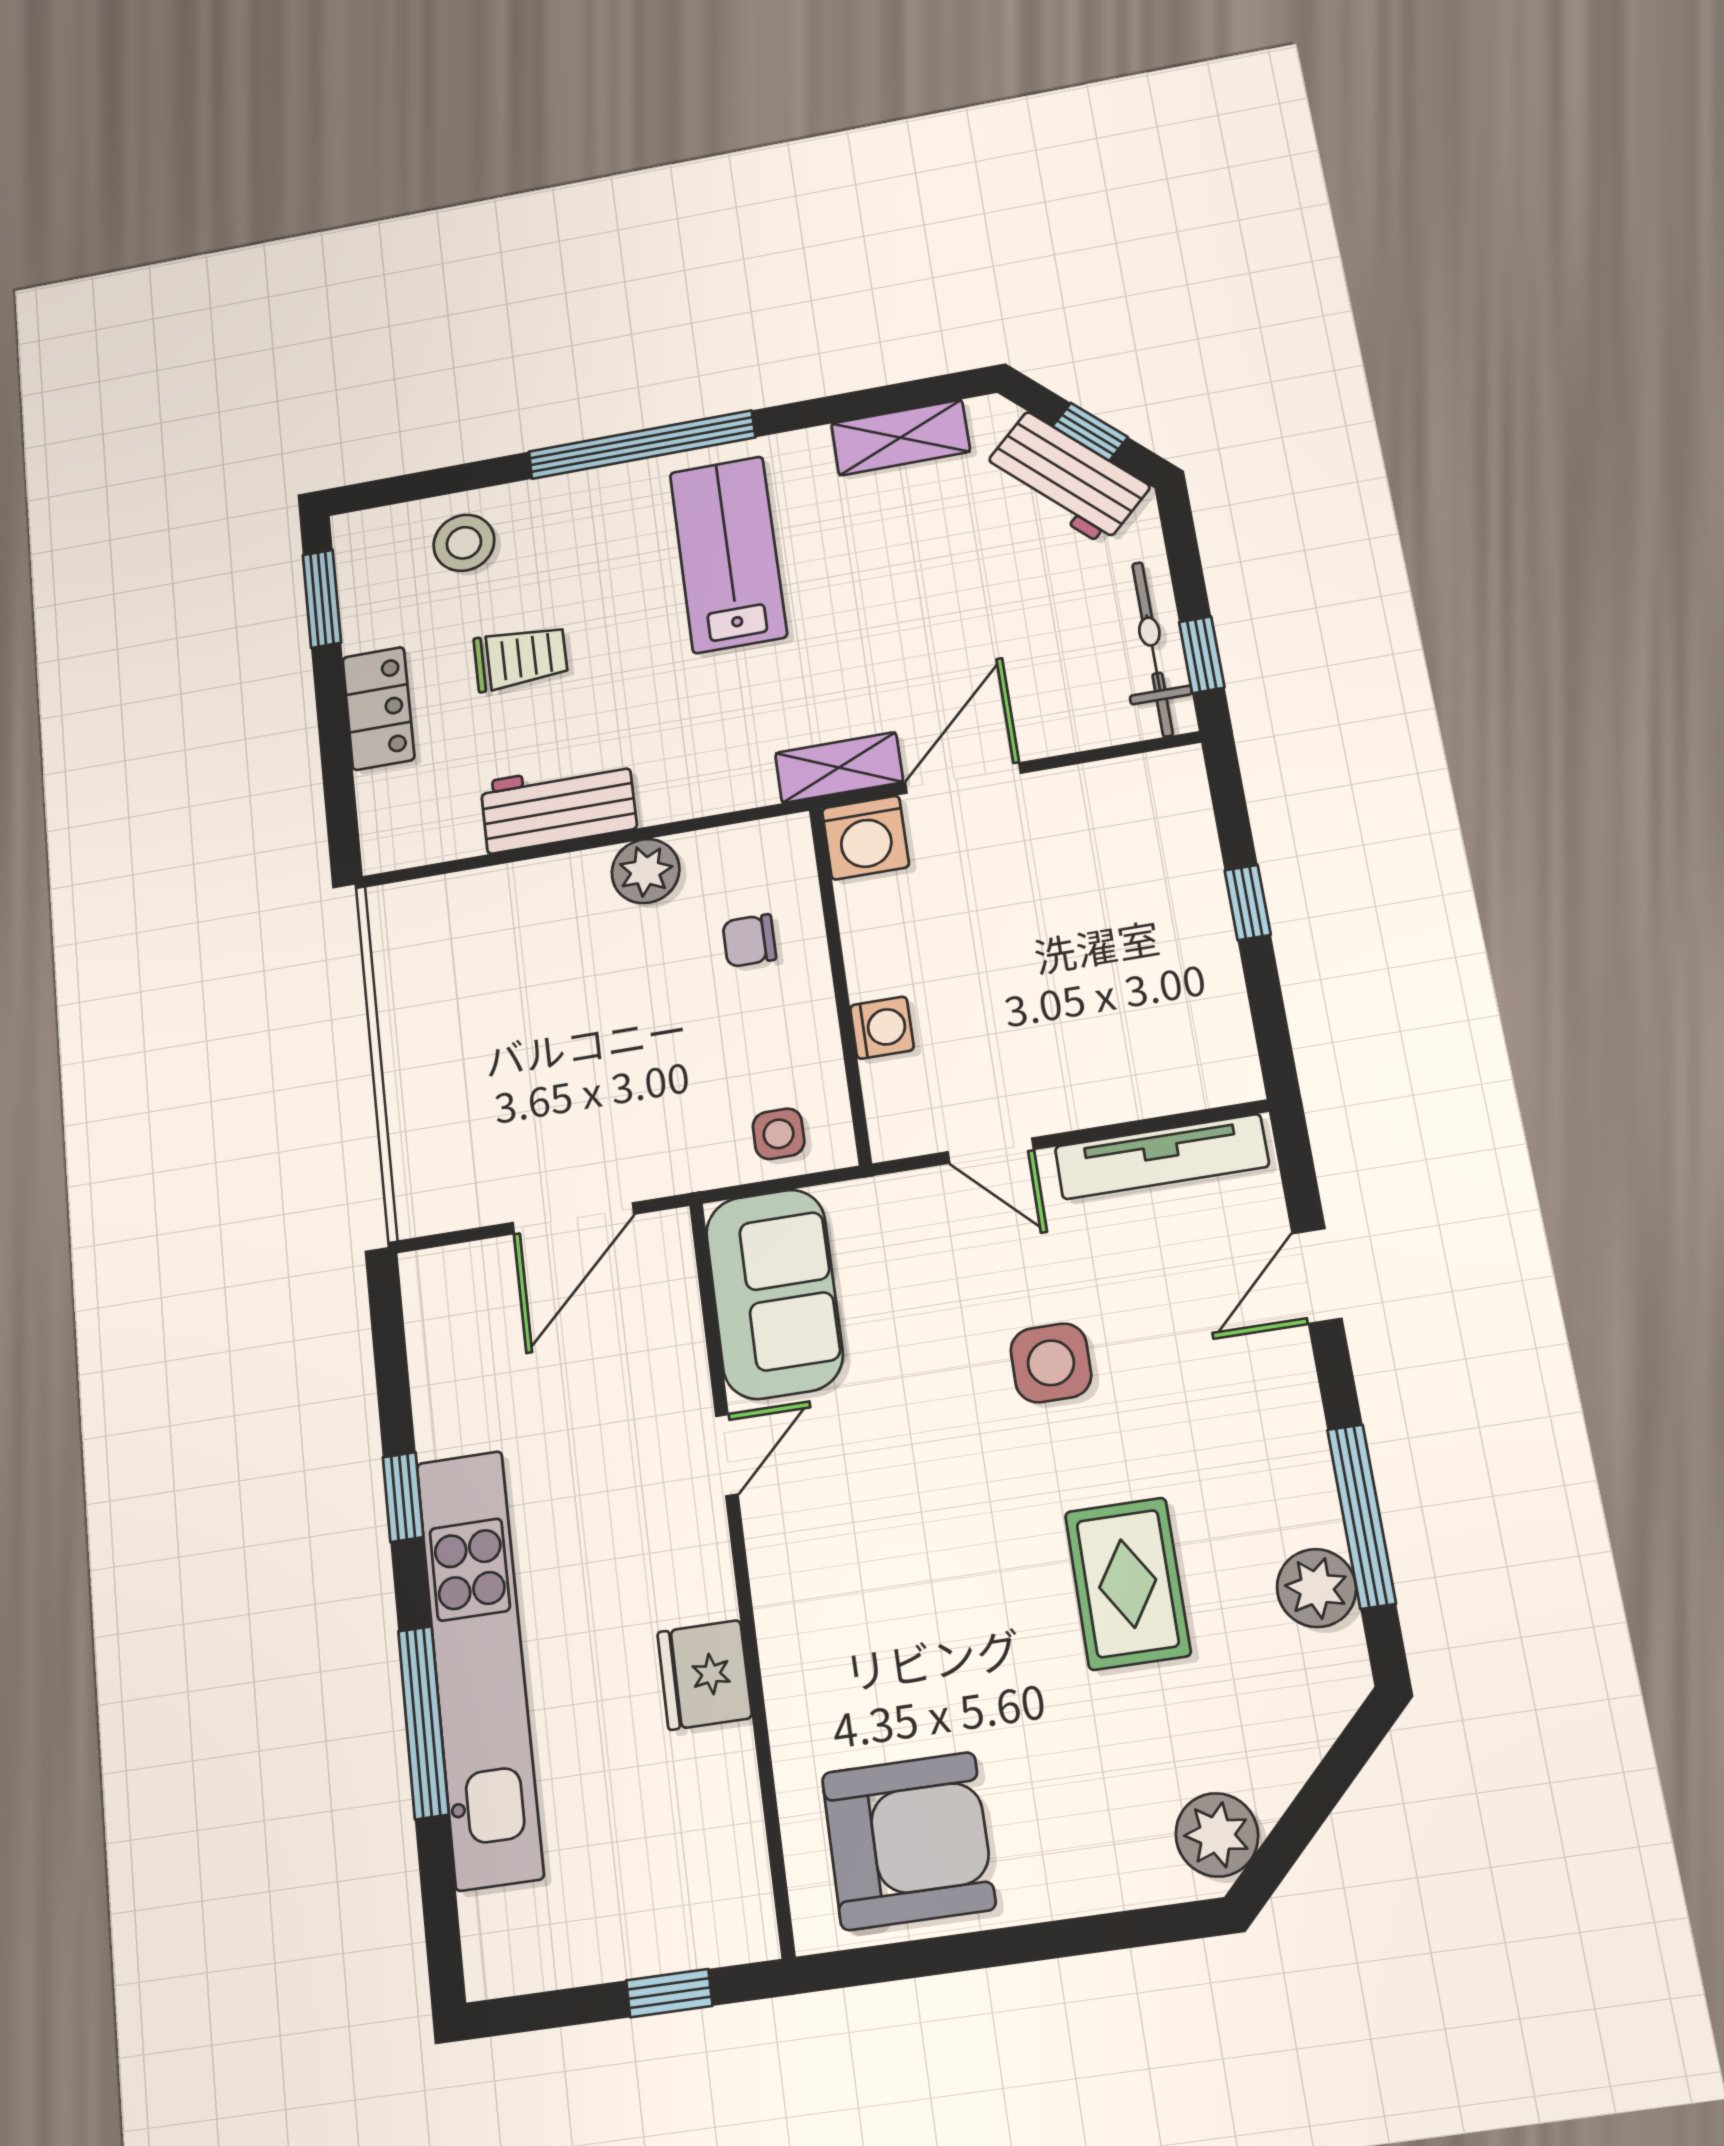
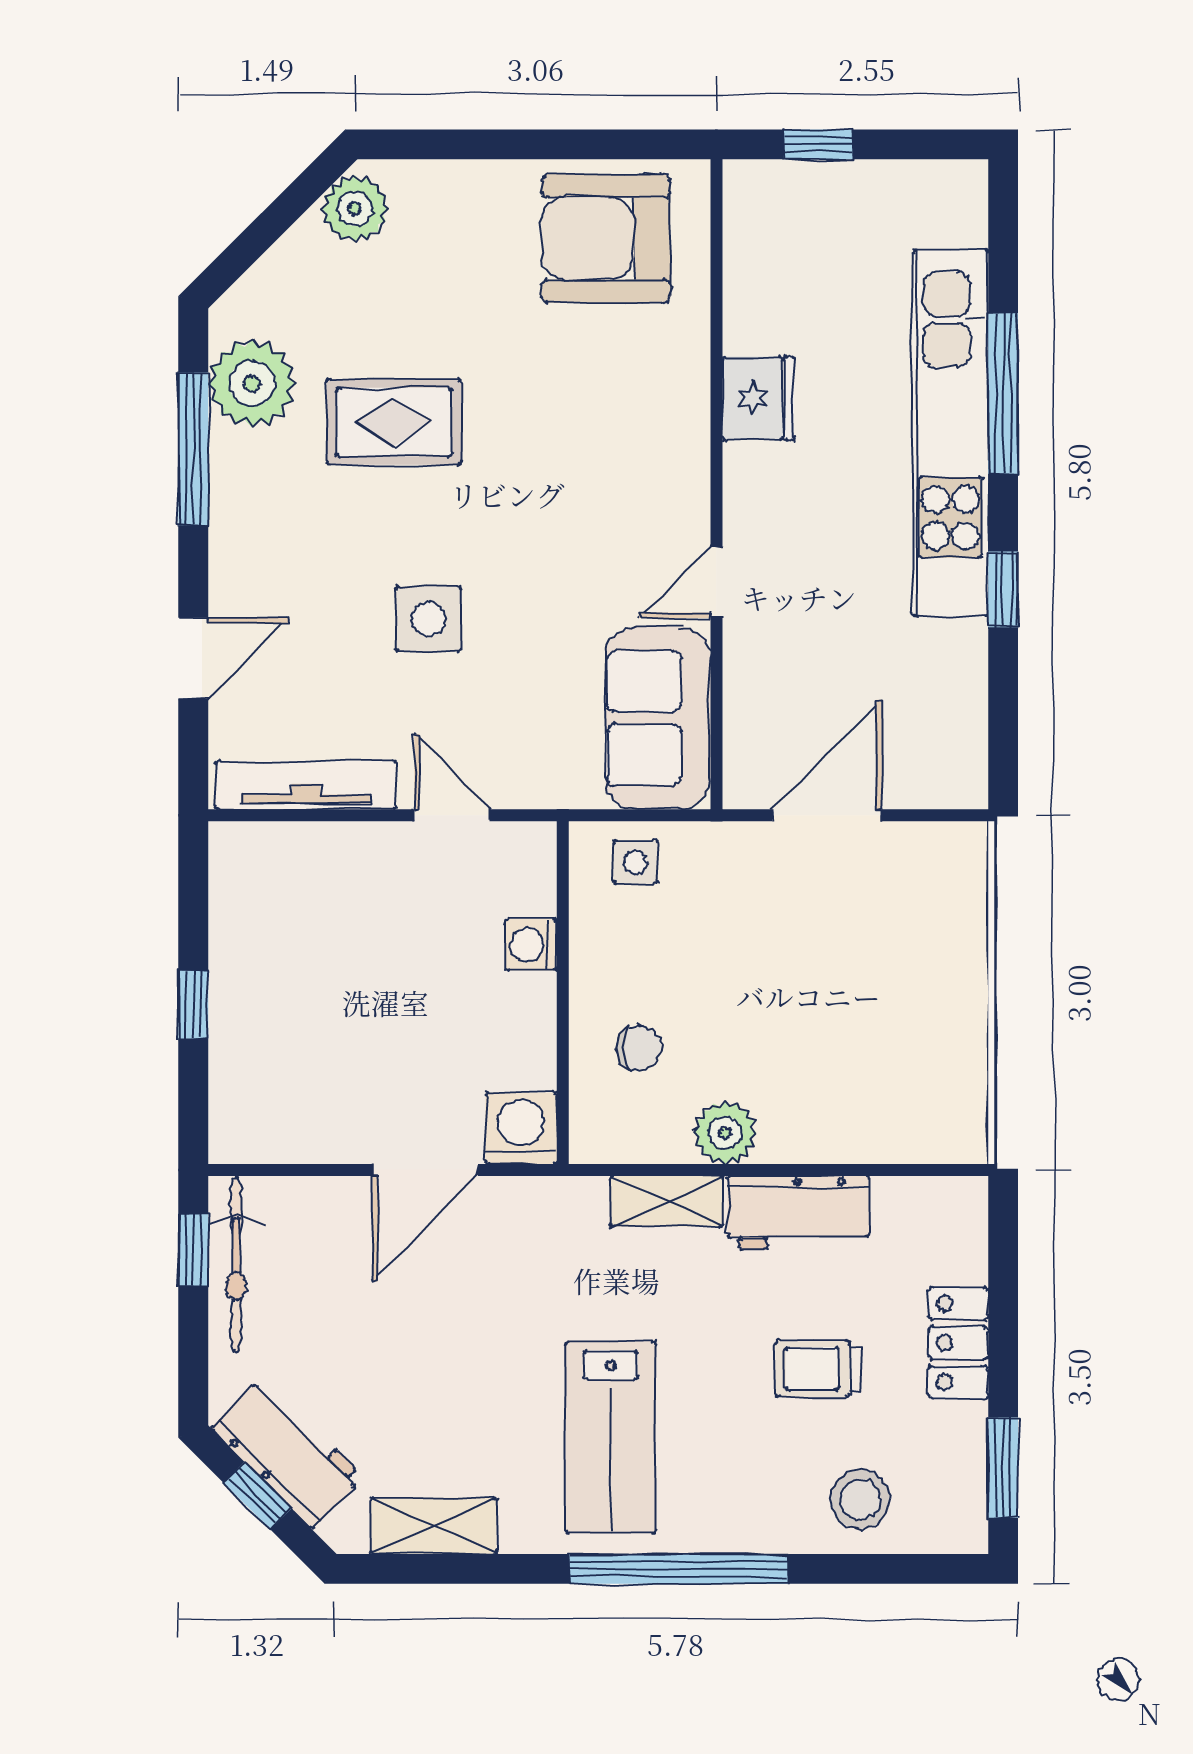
shelving: (839, 768) -> (666, 1201), moved
rug: (1128, 1584) -> (394, 422), turned 90
plant: (1316, 1588) -> (252, 383), width x1.36, depth x1.36

